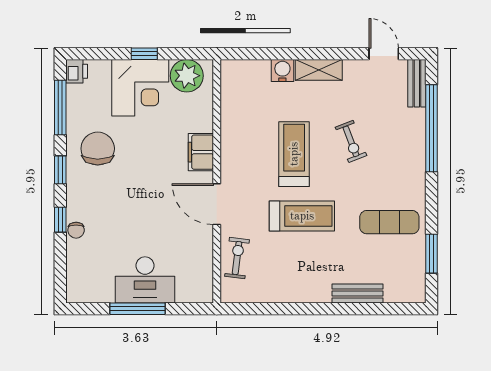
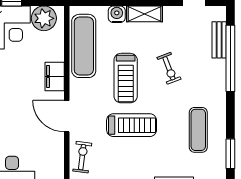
bench: (417, 83) -> (219, 40), moved
exercise mat: (239, 112) -> (84, 46), added
treadmill: (294, 154) -> (126, 78), turned 180
exercise mat: (389, 222) -> (198, 130), turned 90

